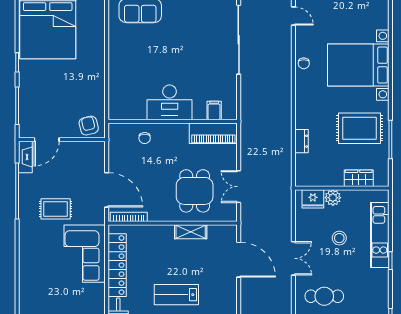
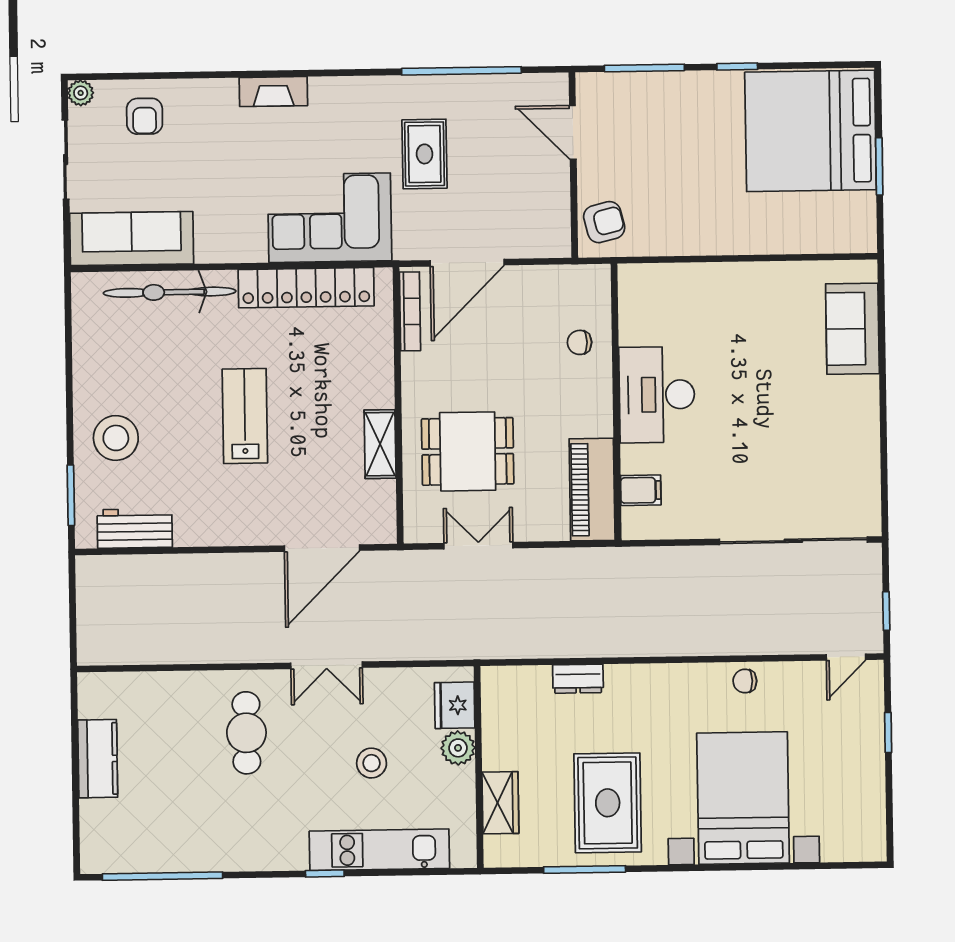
fireplace: (25, 157) -> (273, 92), moved

